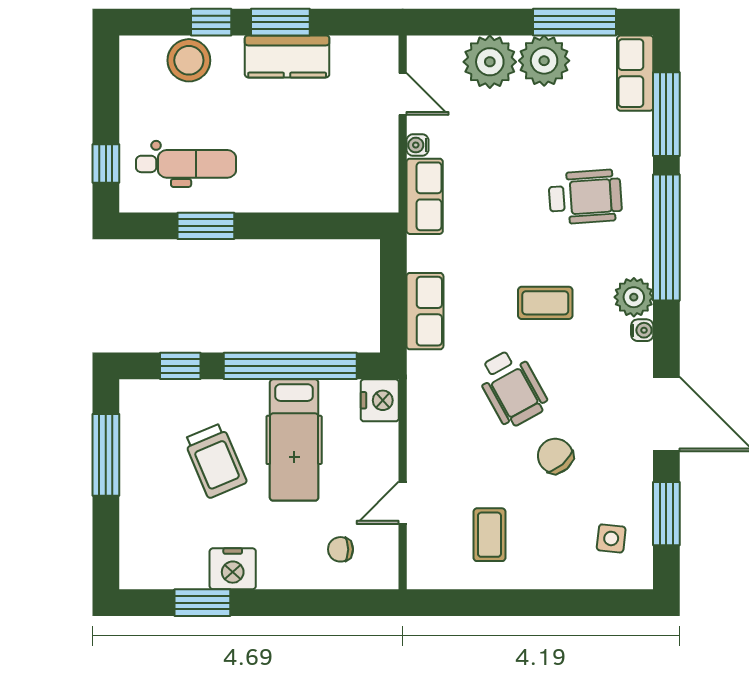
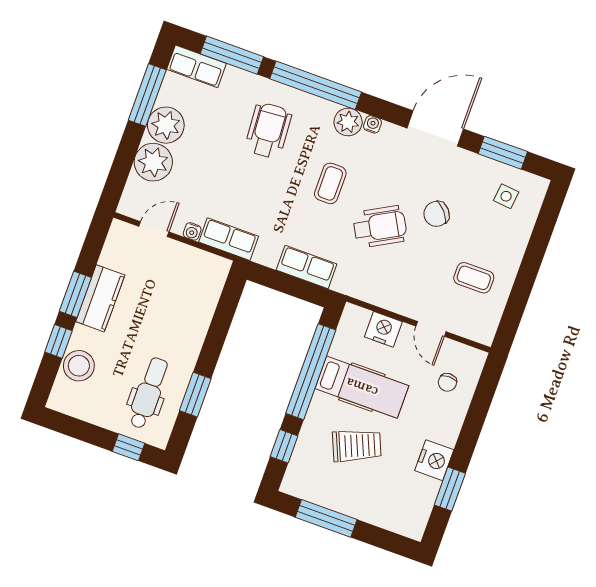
nightstand: (380, 400) -> (383, 329), moved

